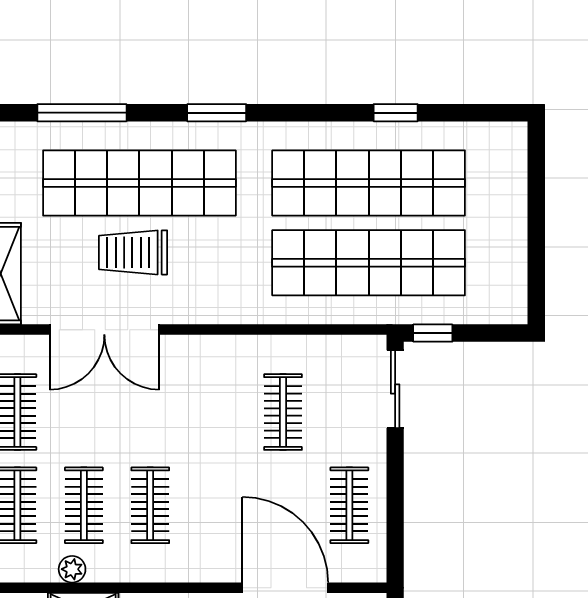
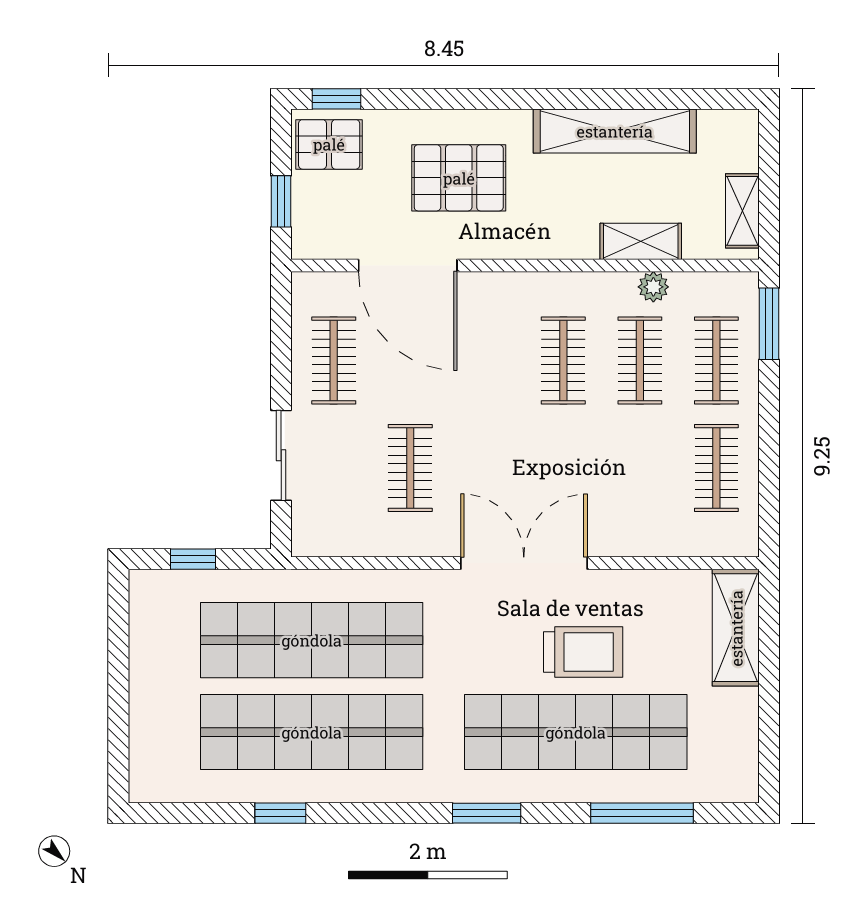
double door: (104, 330) -> (524, 563), moved
window: (433, 333) -> (193, 559), moved
sliding door: (395, 389) -> (281, 455), moved

